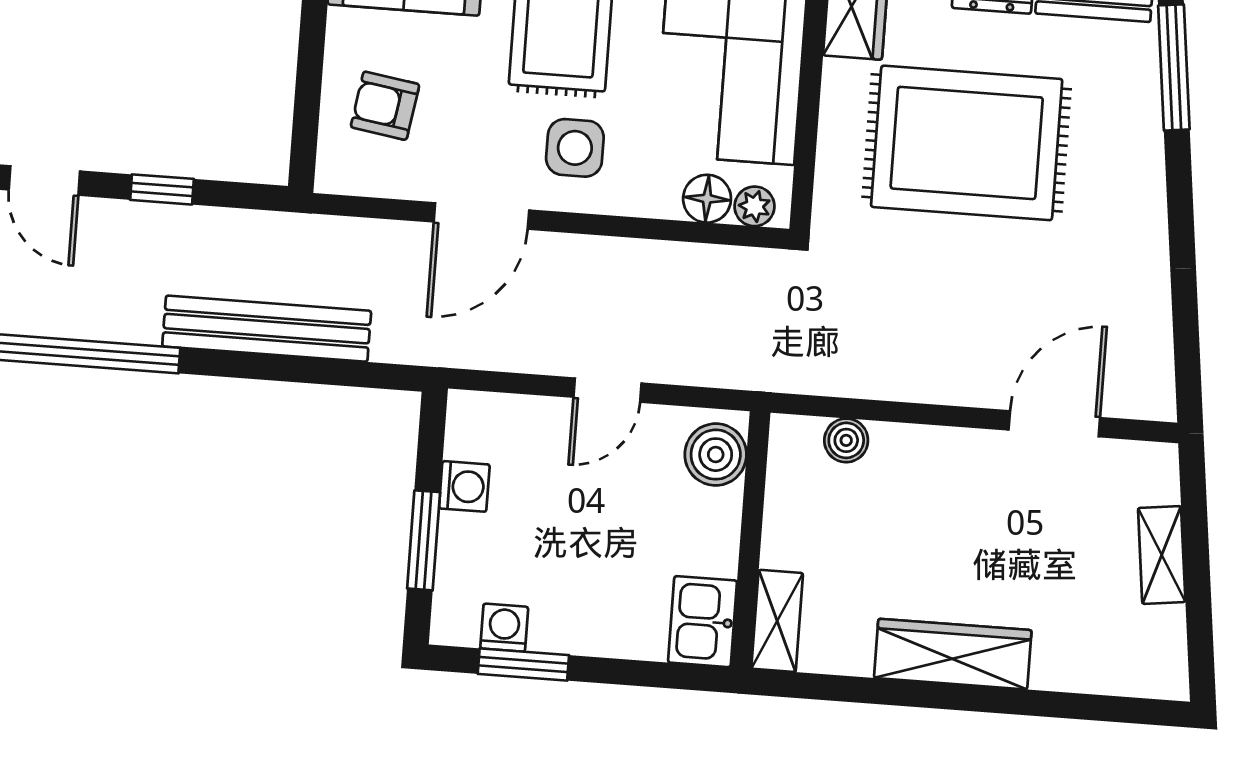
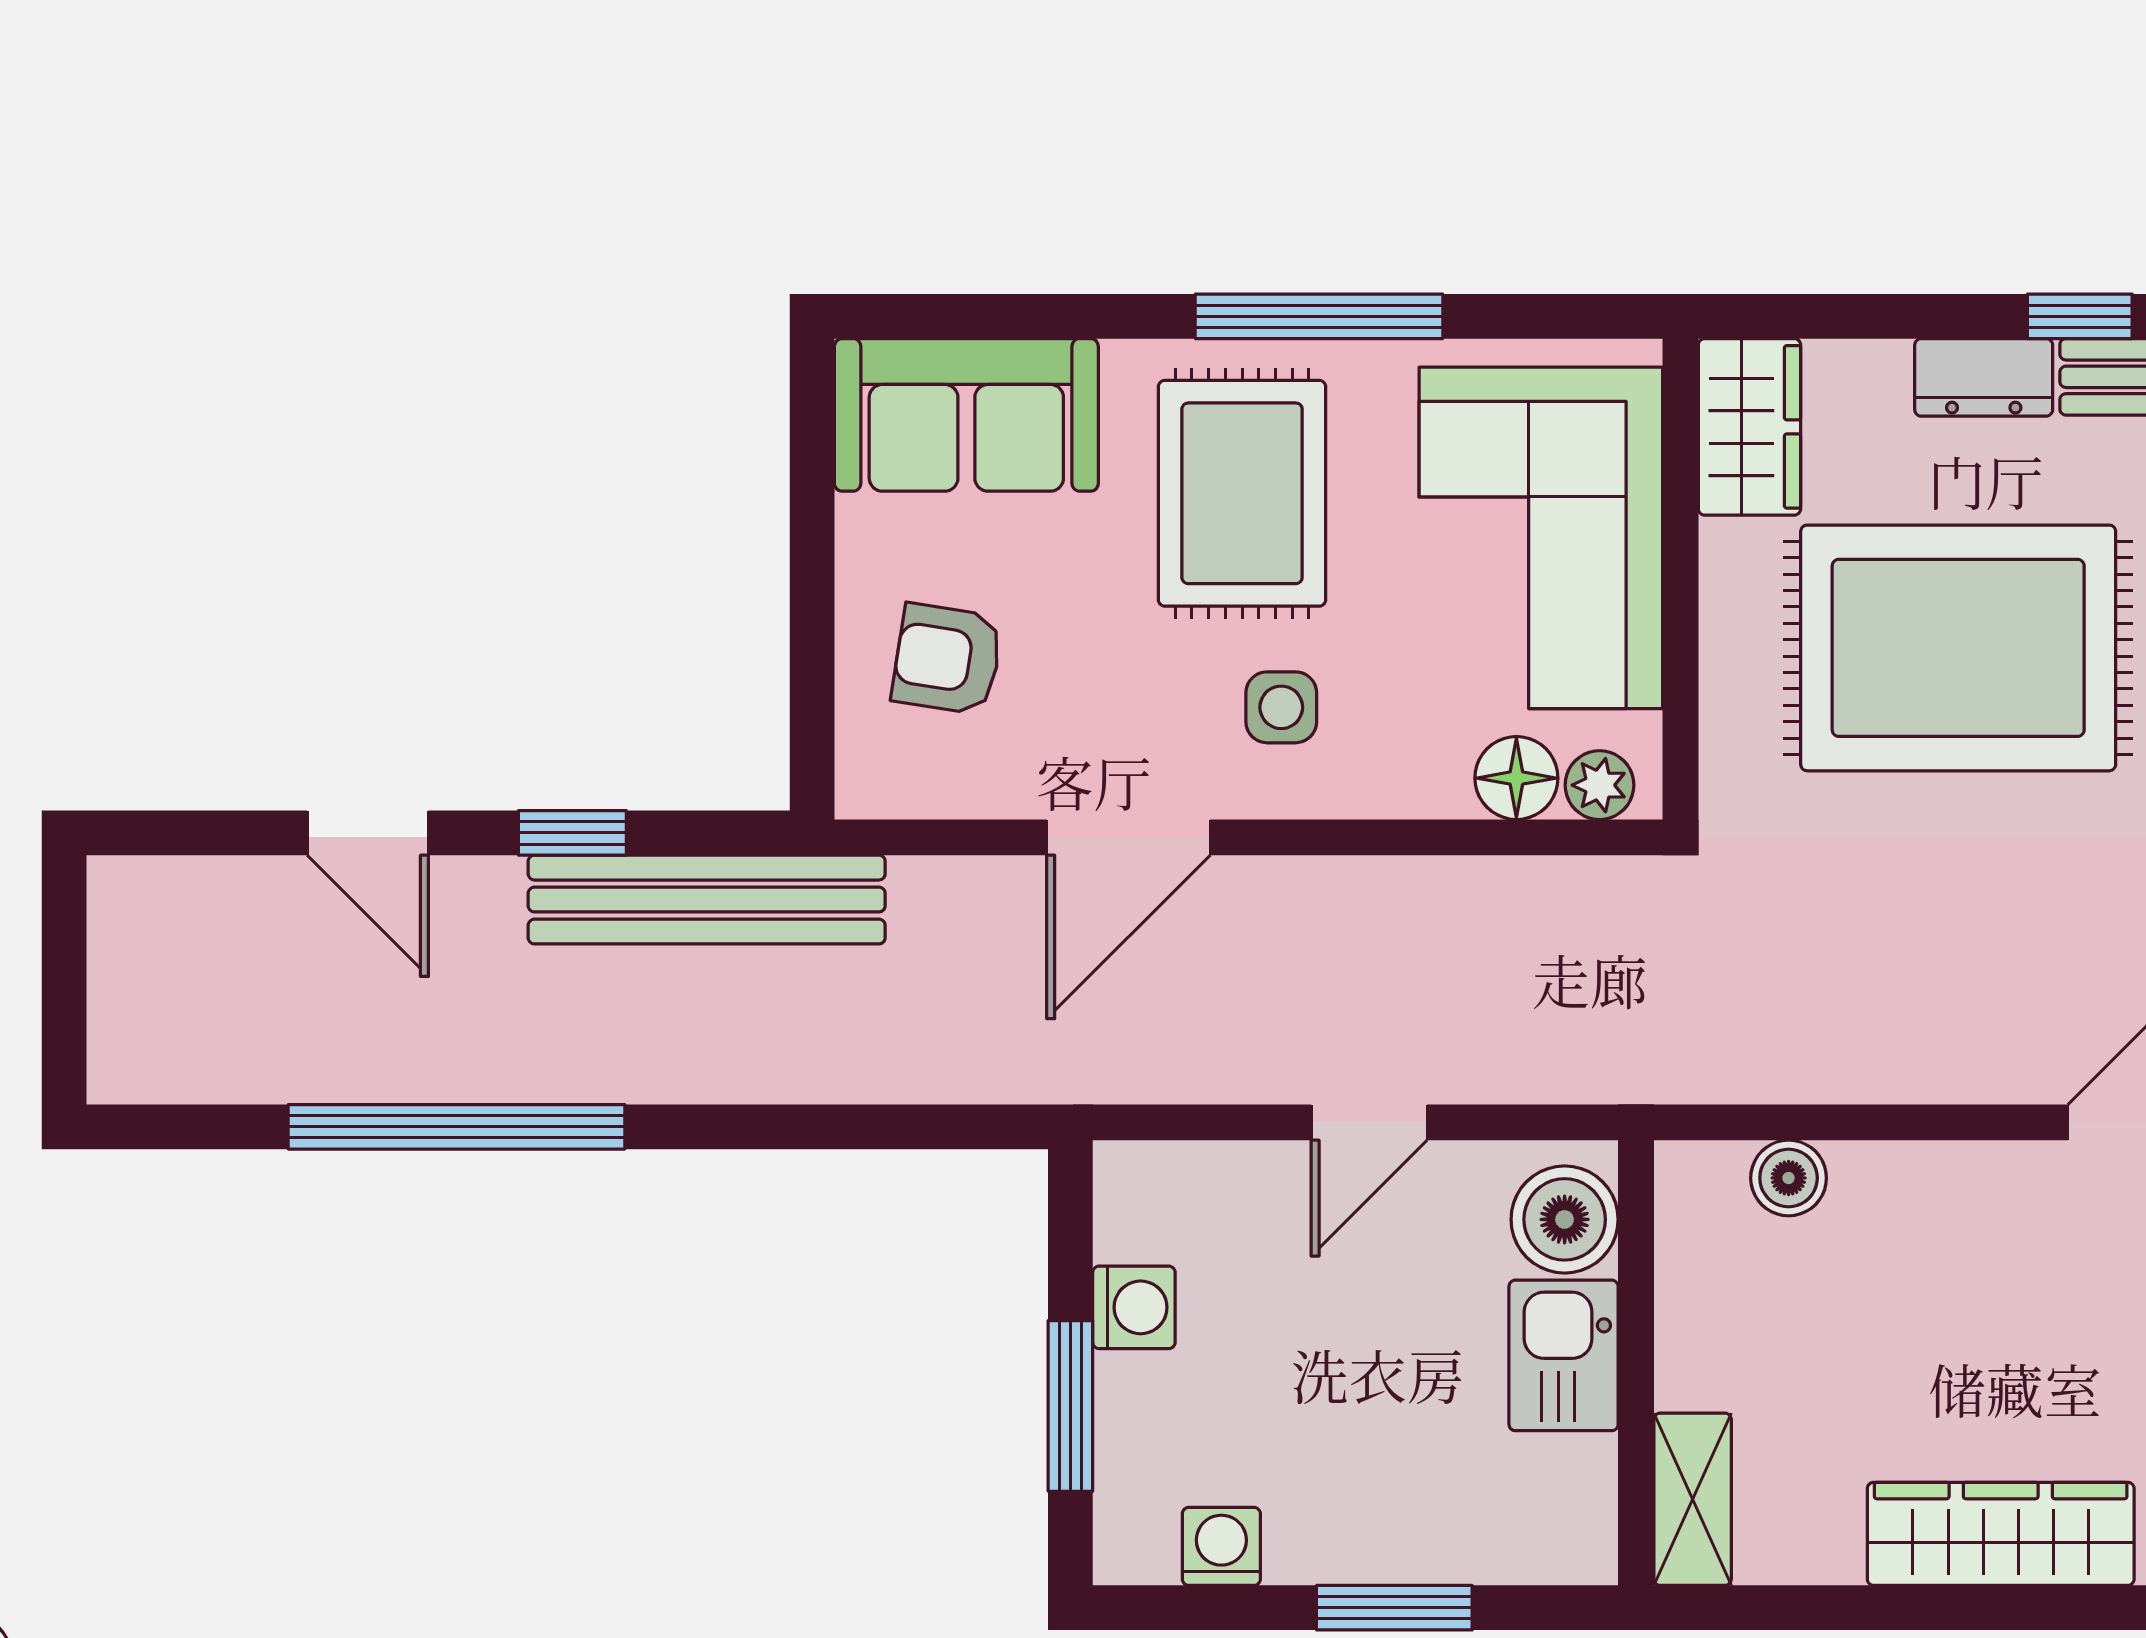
side table: (575, 148) -> (1281, 707), width x0.73, depth x0.73
bench: (267, 329) -> (707, 900), moved
kitchen sink: (702, 622) -> (1564, 1355), moved
window: (523, 665) -> (1394, 1608), moved

